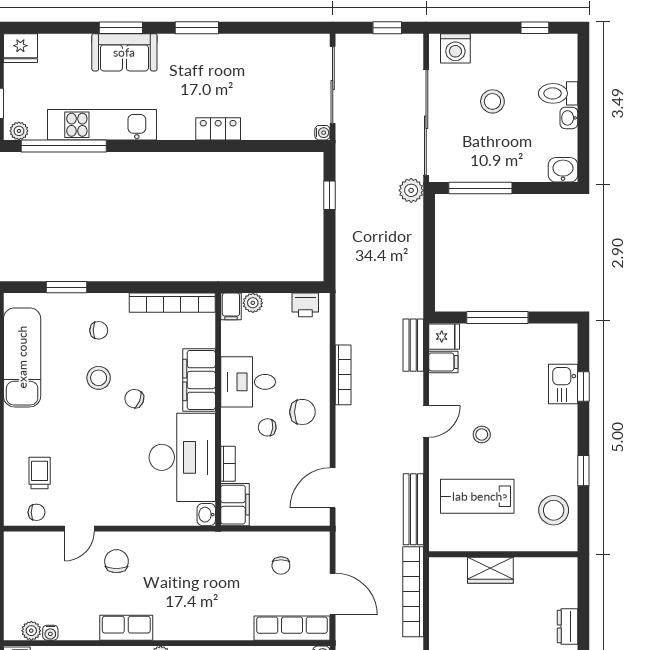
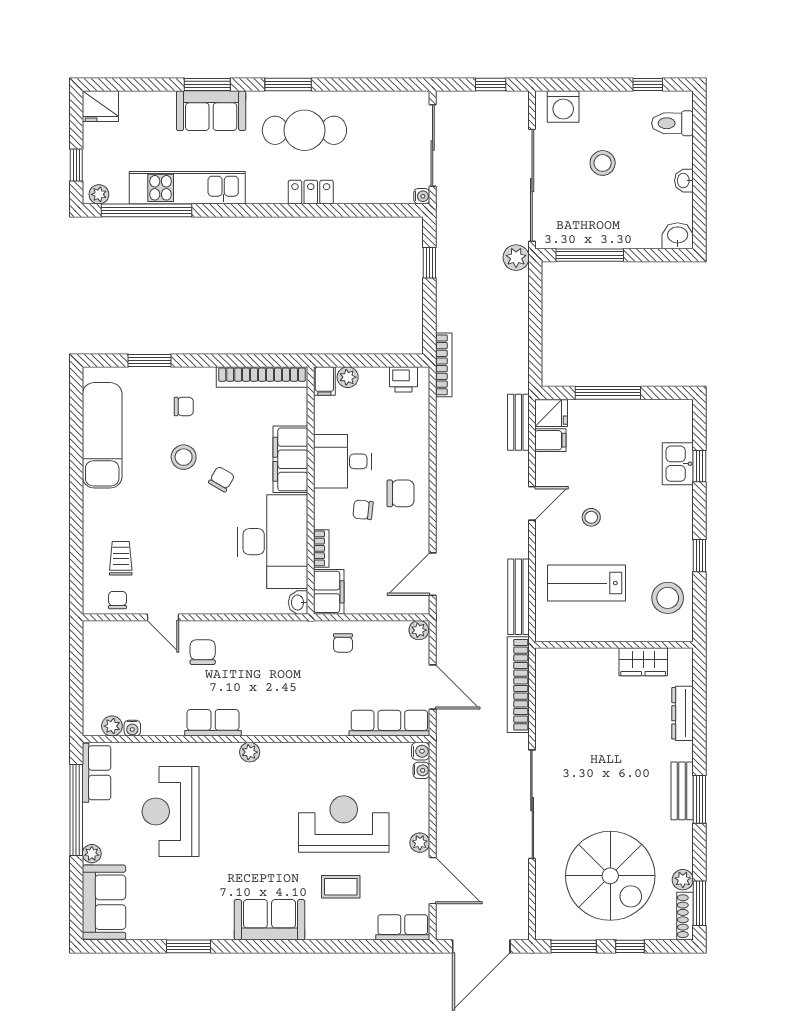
cafe table: (212, 71) -> (304, 130), added
toilet: (558, 93) -> (672, 123), moved
bookcase: (343, 375) -> (444, 365), moved
chair: (134, 399) -> (222, 479), turned 98
chair: (36, 512) -> (118, 600), turned -90
door: (79, 529) -> (163, 617), hinge flipped
plant: (320, 541) -> (419, 630), added
chair: (281, 566) -> (343, 643), moved
wardrobe: (490, 570) -> (643, 662), moved
dresser: (568, 627) -> (682, 713), width x1.44

